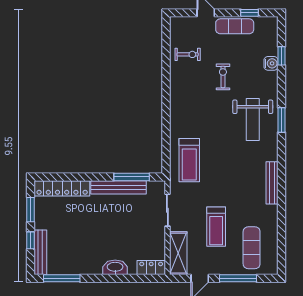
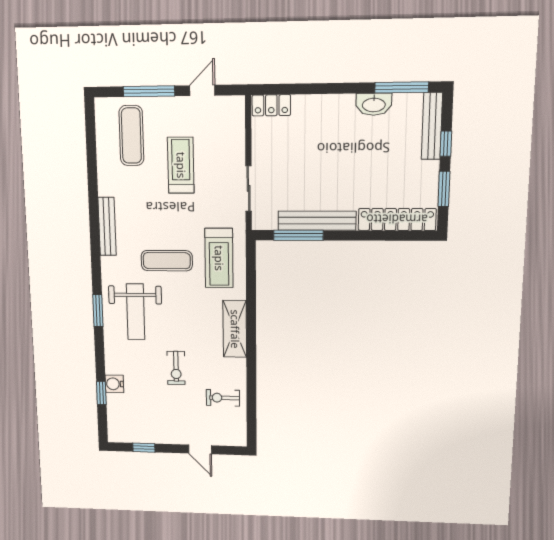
exercise mat: (235, 26) -> (167, 261), moved
weight bench: (253, 119) -> (136, 312), turned 180
treadmill: (189, 160) -> (219, 258), turned 180
shelving: (178, 253) -> (235, 329), moved
washbasin: (115, 267) -> (374, 104), moved

